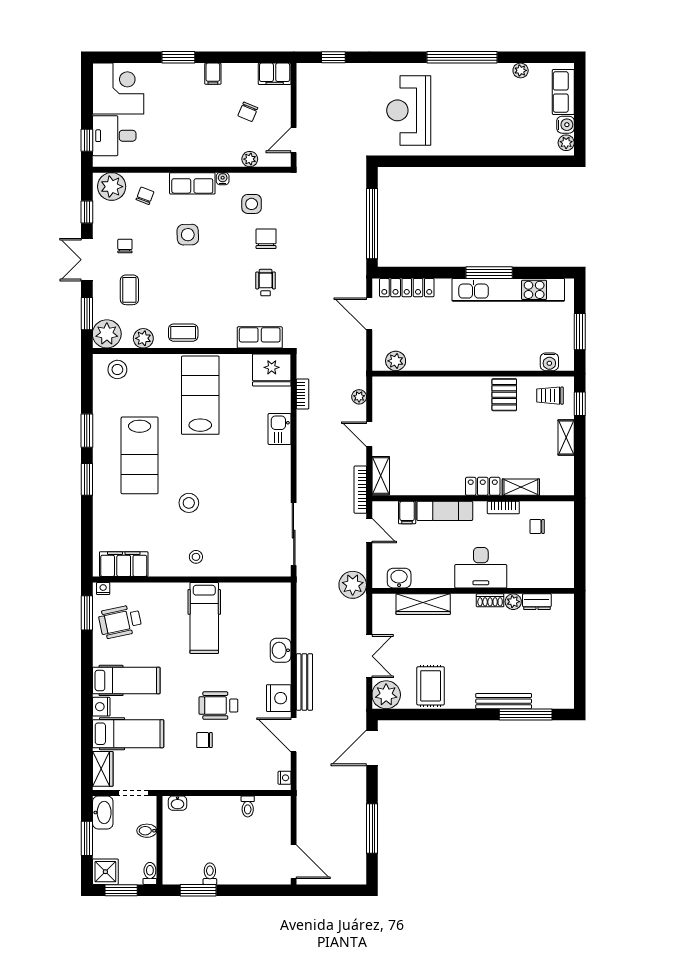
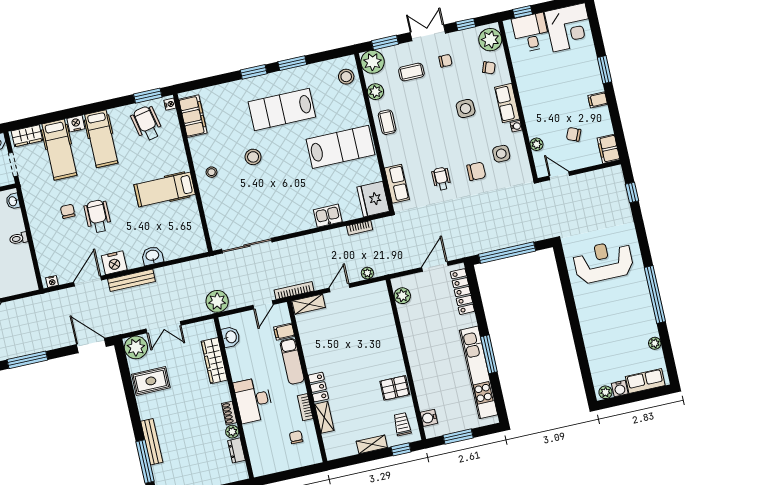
wheelchair: (266, 283) -> (441, 179), turned -90
toilet: (248, 806) -> (19, 238), moved

